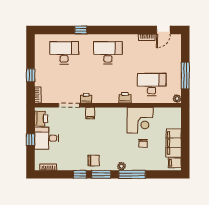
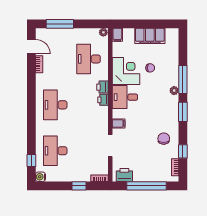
window: (81, 30) -> (31, 161), moved
water cooler: (39, 39) -> (40, 177), added
window: (185, 75) -> (60, 24), moved
printer: (86, 98) -> (103, 100), moved
desk: (47, 138) -> (125, 97), moved, turned 90
window: (31, 140) -> (146, 186), width x3.17
chair: (94, 161) -> (164, 139), moved
filing cabinet: (175, 163) -> (117, 35), moved
window: (80, 174) -> (183, 151), moved

